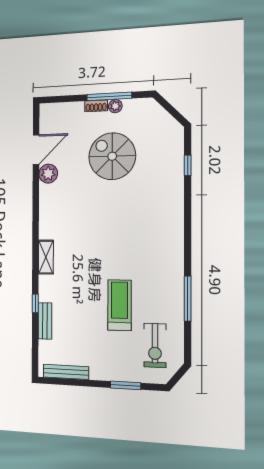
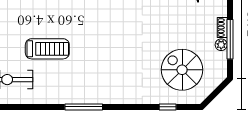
spiral stairs: (112, 156) -> (182, 70), moved, turned -90
window: (188, 298) -> (84, 107), moved

